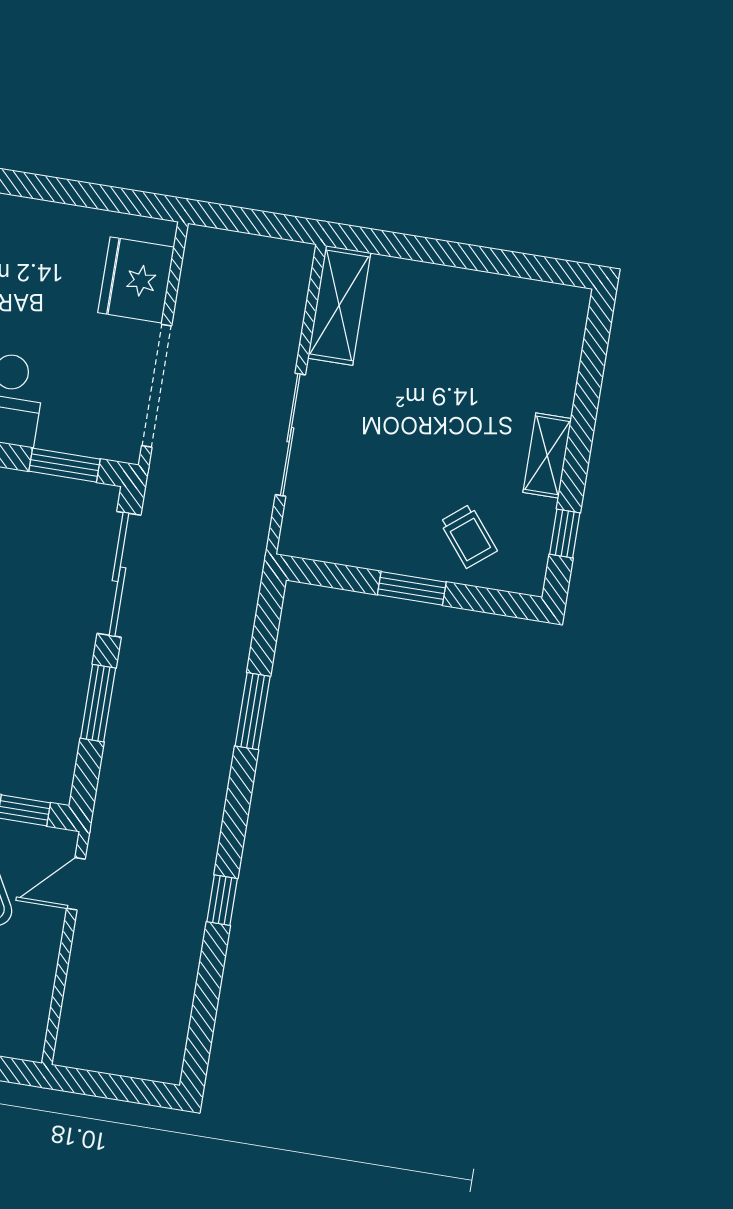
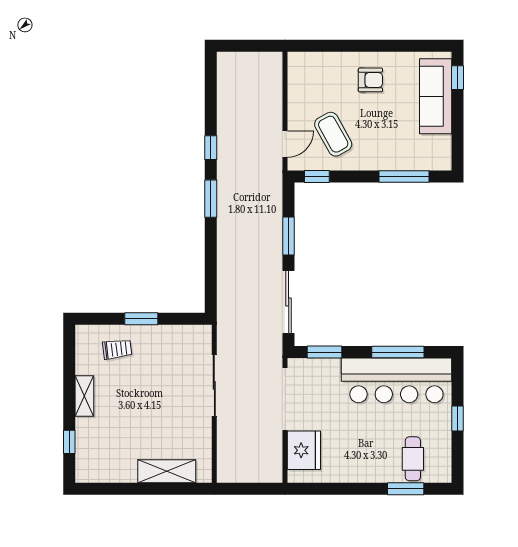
shelving: (339, 305) -> (167, 471), moved, turned 90
window: (565, 534) -> (69, 442), moved
trolley: (468, 536) -> (117, 349), turned 122
window: (253, 711) -> (211, 199), moved

